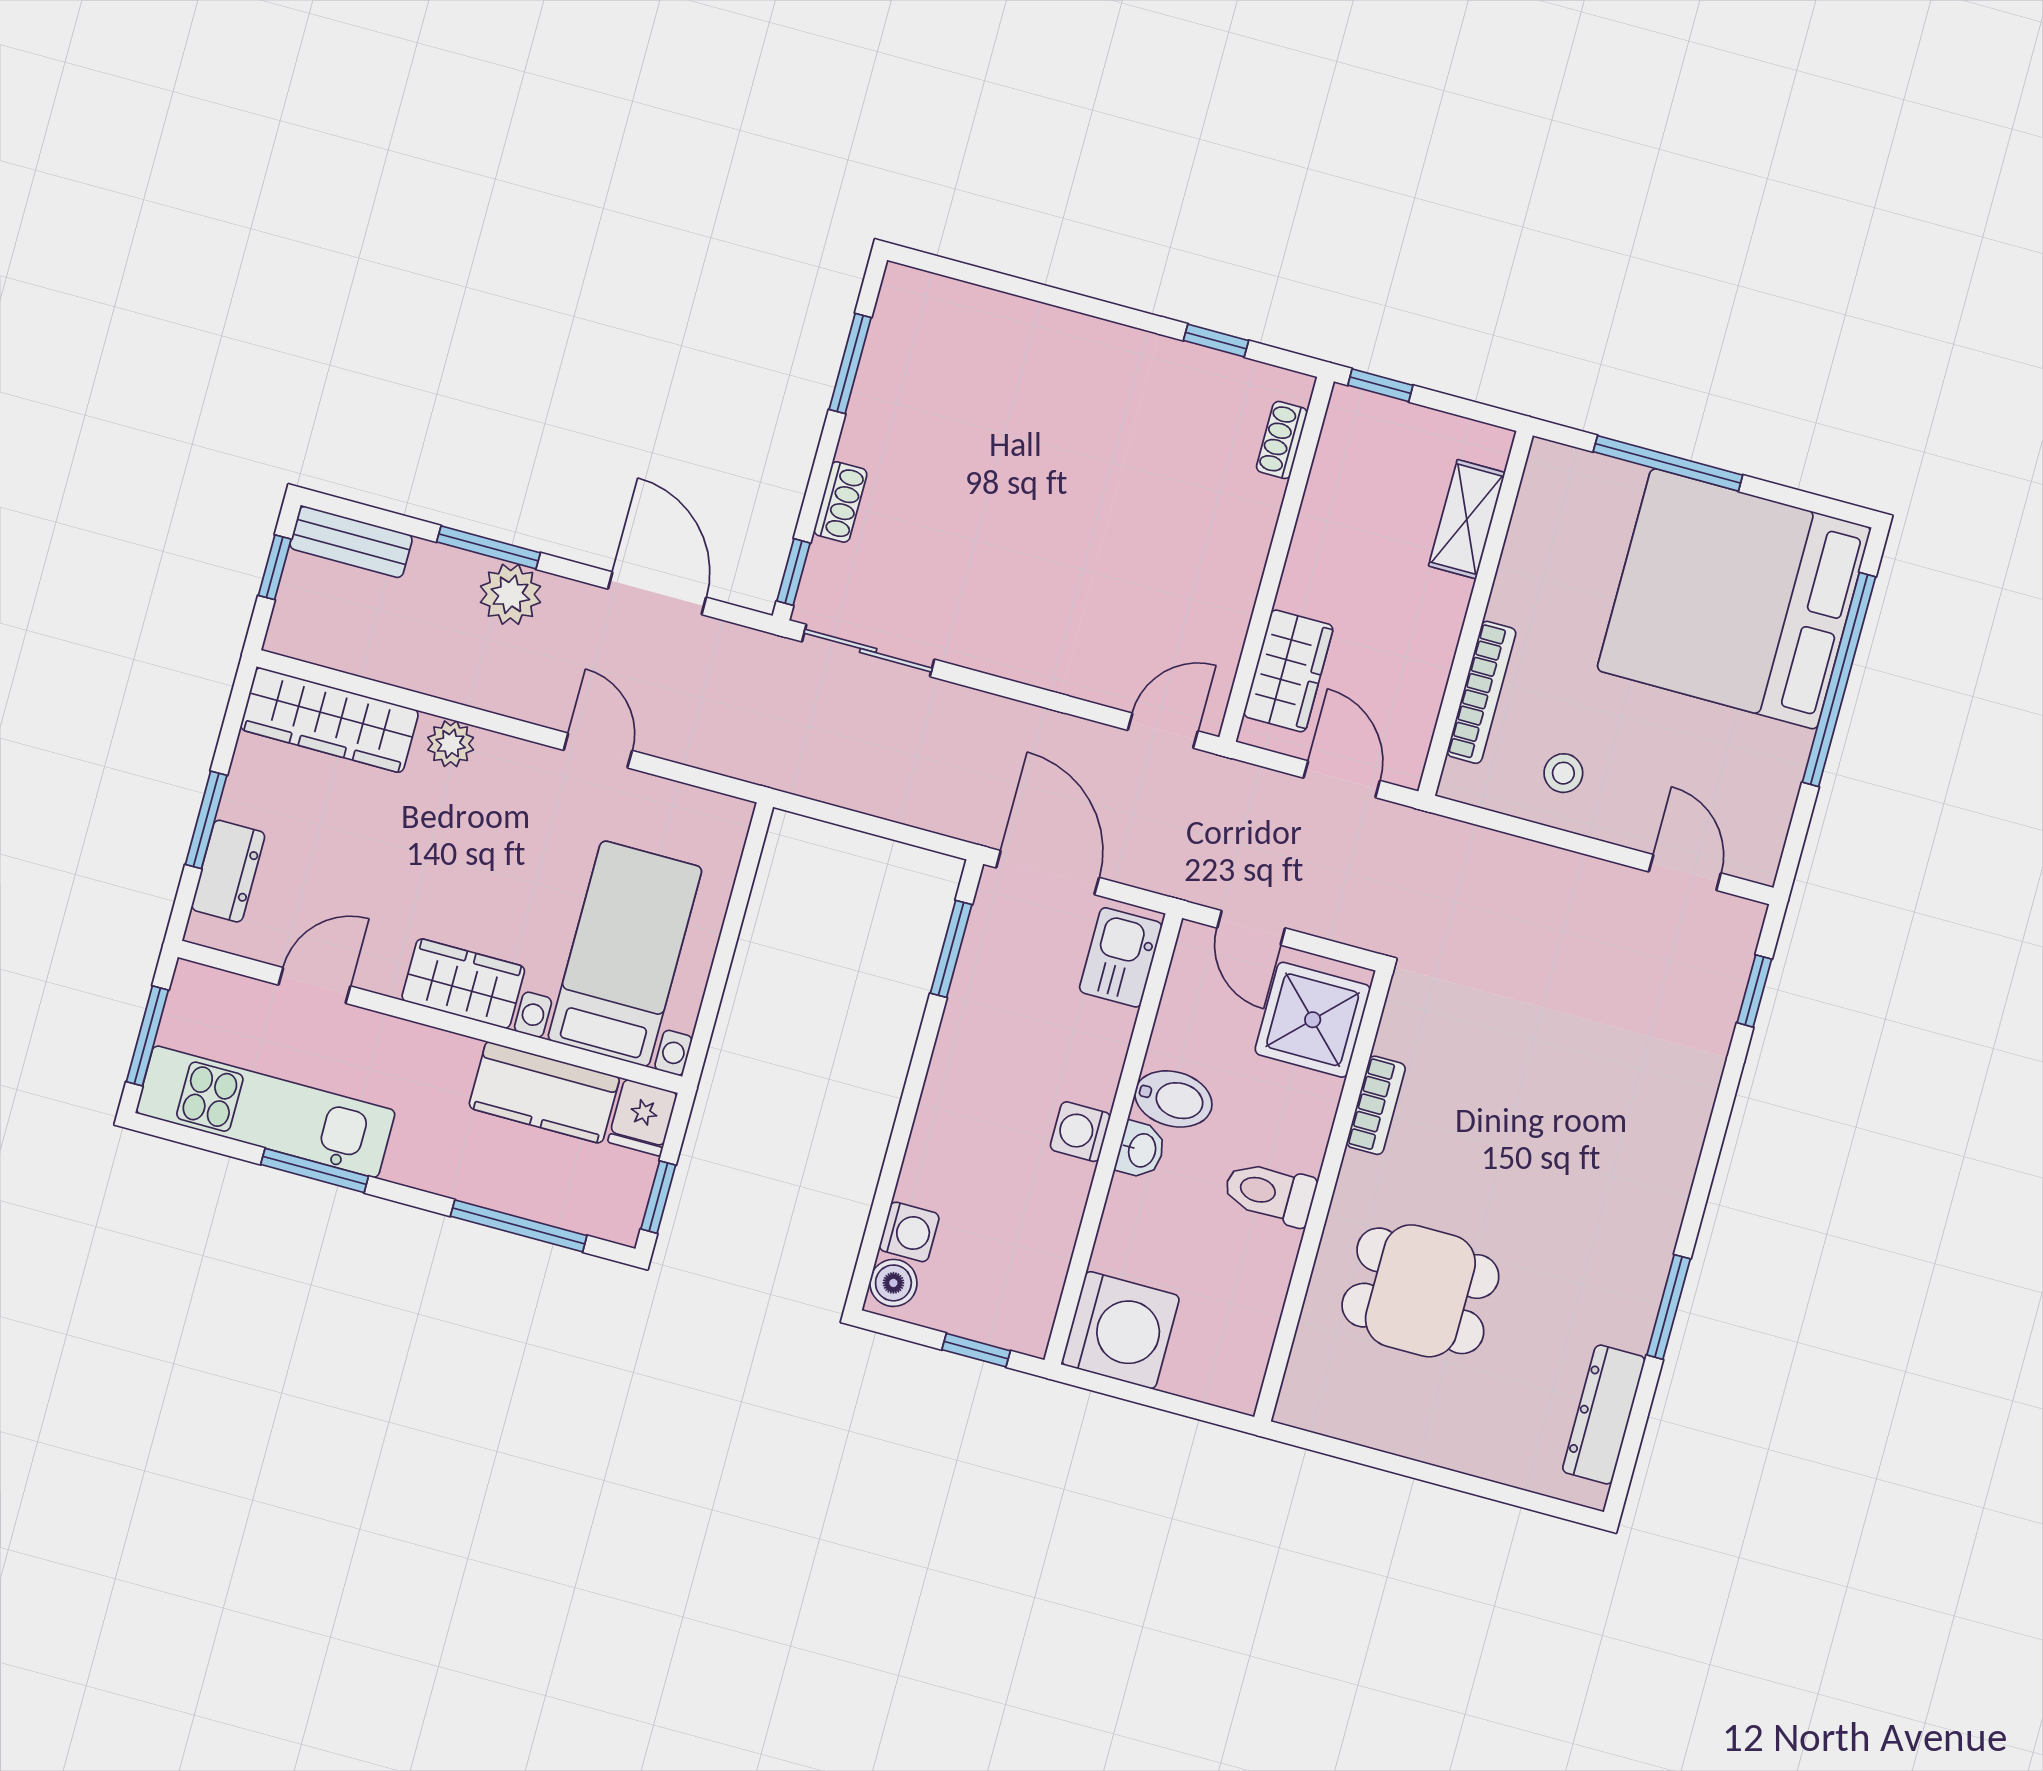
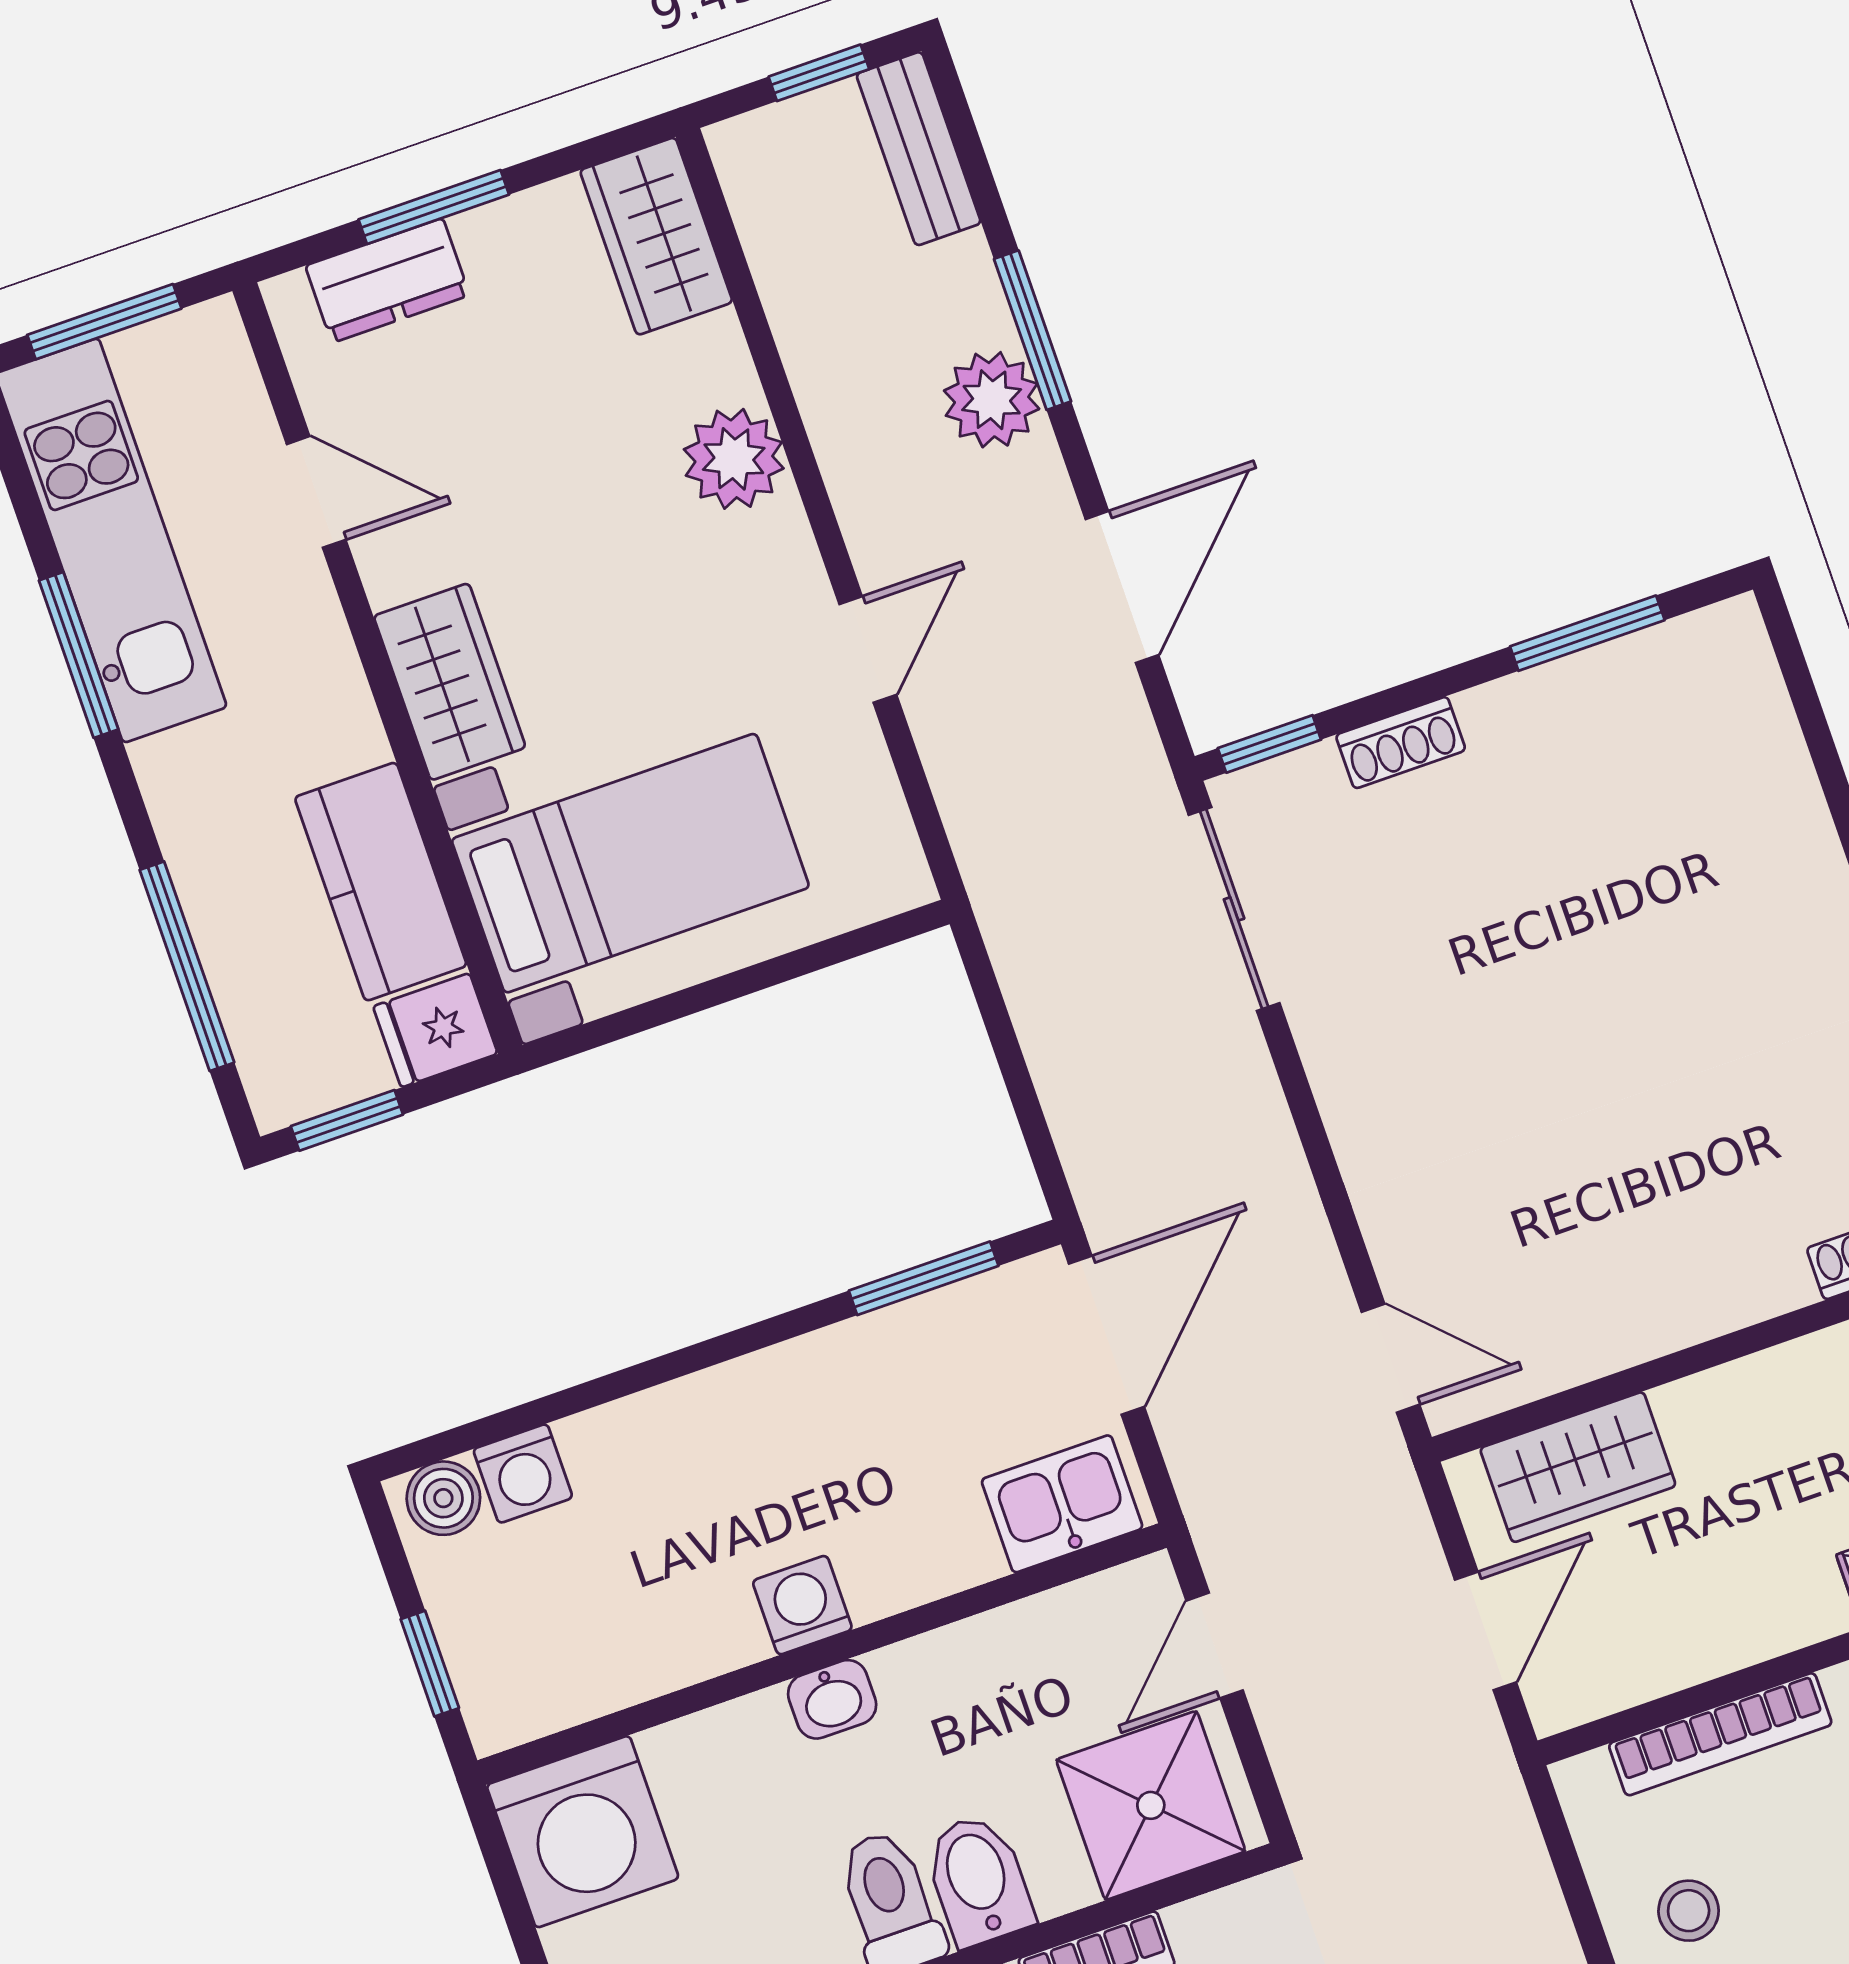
wardrobe: (329, 720) -> (656, 236), width x0.67
plant: (451, 744) -> (734, 459), width x1.38, depth x1.38
bidet: (1173, 1099) -> (978, 1880), moved, turned 180

